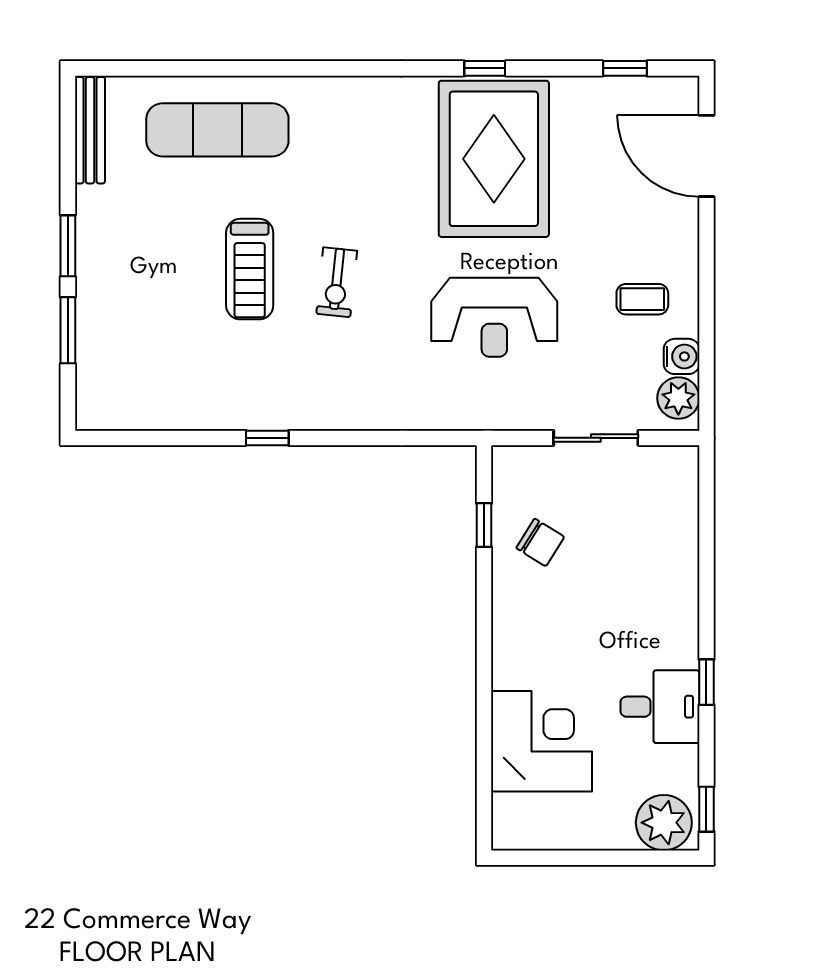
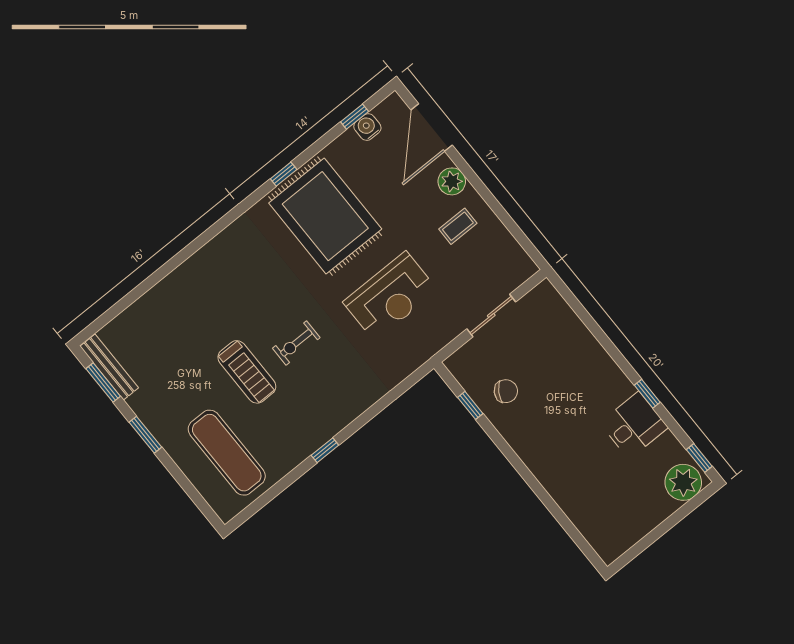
exercise mat: (217, 130) -> (227, 453), moved, turned 90
door: (706, 156) -> (432, 127), hinge flipped
exercise bike: (337, 282) -> (296, 343), turned 84
window: (68, 330) -> (103, 382), moved
water cooler: (682, 356) -> (367, 127), moved, turned -90
plant: (678, 398) -> (452, 181), moved
corner desk: (542, 741) -> (588, 491), removed

